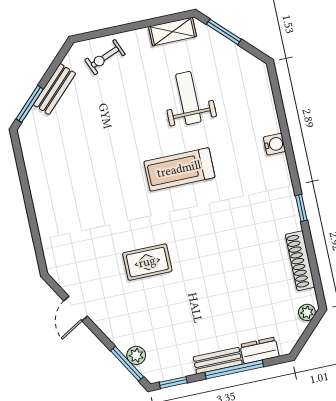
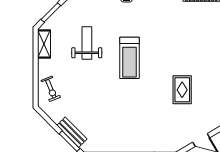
bench: (55, 89) -> (72, 132), moved
weight bench: (188, 98) -> (87, 43), turned 90

